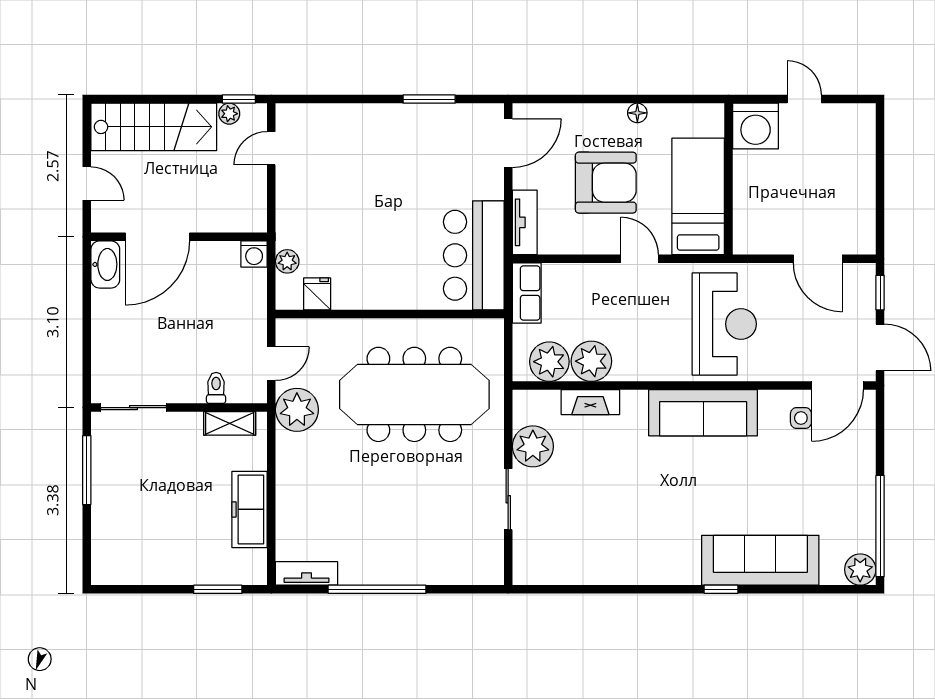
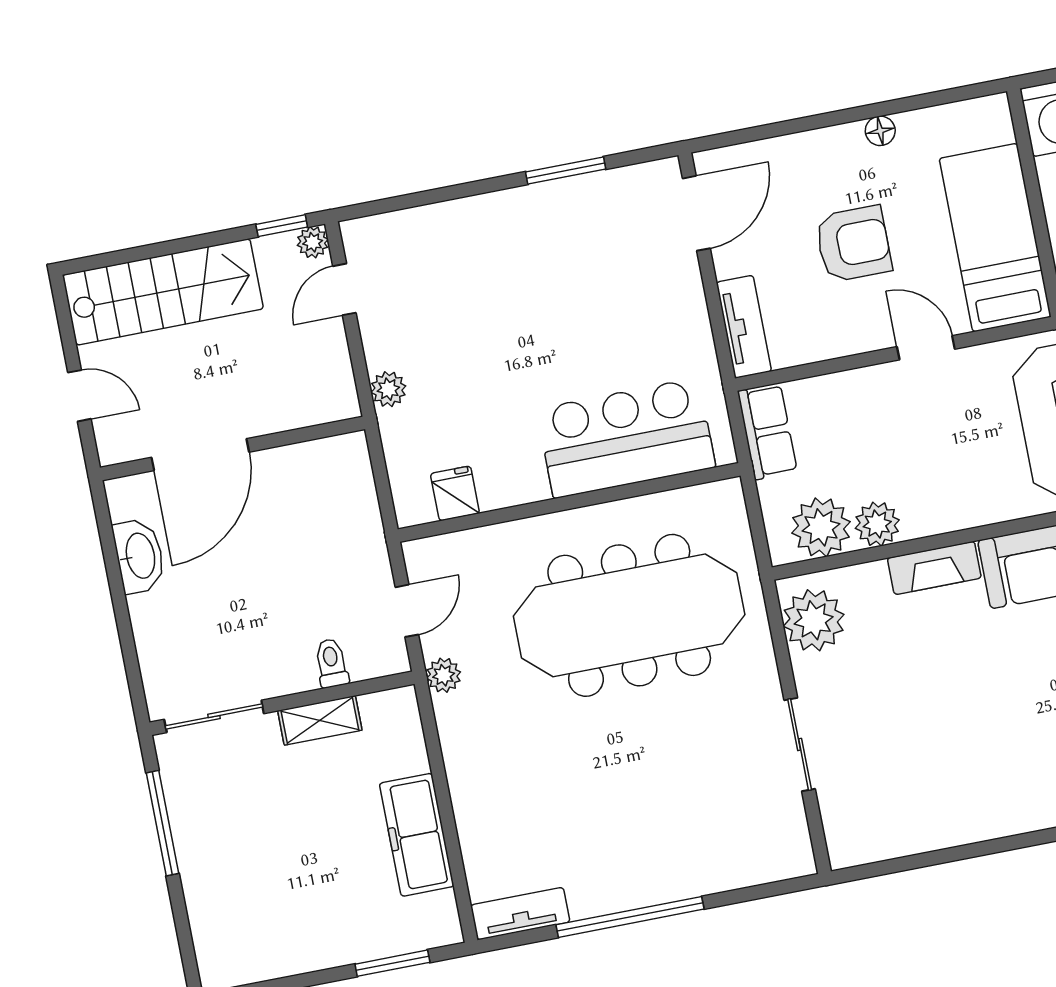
plant: (229, 114) -> (313, 242), moved
armchair: (606, 183) -> (853, 244), width x0.73, depth x0.73
washing machine: (254, 254) -> (349, 452), removed
bar counter: (474, 255) -> (626, 438), moved, turned 90
plant: (287, 261) -> (388, 389), moved
washbasin: (105, 264) -> (139, 556), moved
plant: (591, 361) -> (877, 524), width x0.73, depth x0.73
fireplace: (590, 402) -> (934, 568), moved
plant: (297, 410) -> (444, 675), width x0.53, depth x0.53
shelving: (230, 423) -> (320, 720), moved
plant: (533, 446) -> (814, 620), moved

